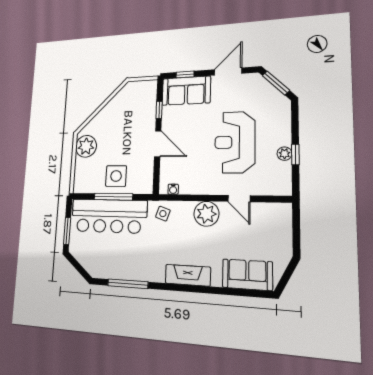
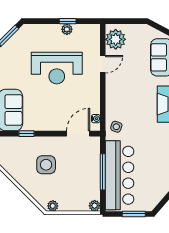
door: (158, 144) -> (78, 134), moved
plant: (86, 146) -> (53, 206), width x0.53, depth x0.53
side table: (116, 176) -> (46, 165), moved
plant: (79, 187) -> (95, 206), added
plant: (206, 214) -> (116, 39), moved

